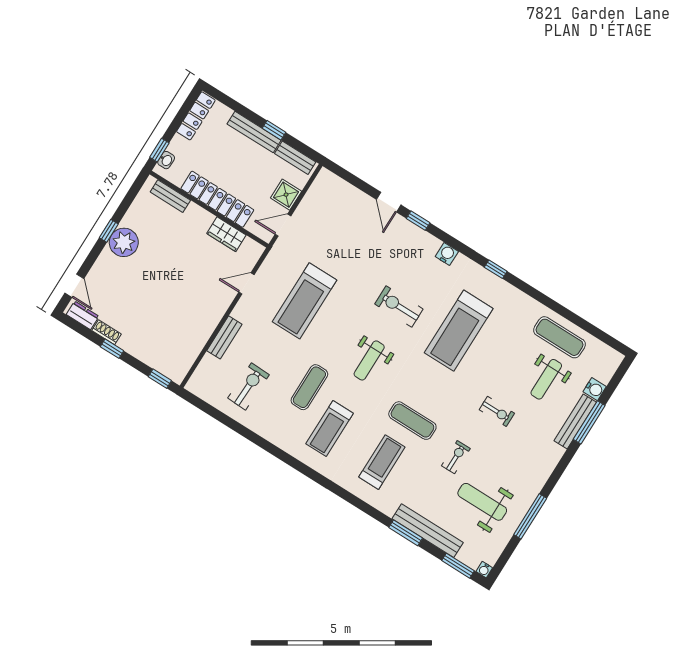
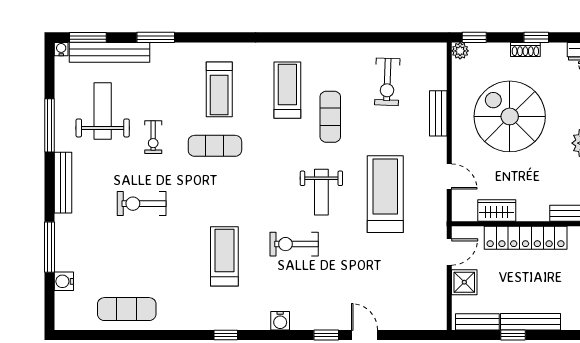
door: (246, 283) -> (449, 177), hinge flipped
spiral stairs: (171, 301) -> (510, 116), added
exercise bike: (399, 306) -> (294, 244), turned 180
treadmill: (459, 331) -> (224, 256), width x0.73, depth x0.73
shoe rack: (106, 332) -> (525, 49), moved
weight bench: (369, 360) -> (321, 192), moved, turned 180
plant: (177, 375) -> (460, 51), added
weight bench: (546, 379) -> (115, 262), removed
exercise bike: (497, 411) -> (142, 204), width x1.38, depth x1.39
bench: (575, 422) -> (63, 183), moved
weight bench: (482, 502) -> (103, 111), turned -90
bench: (428, 531) -> (110, 52), moved

